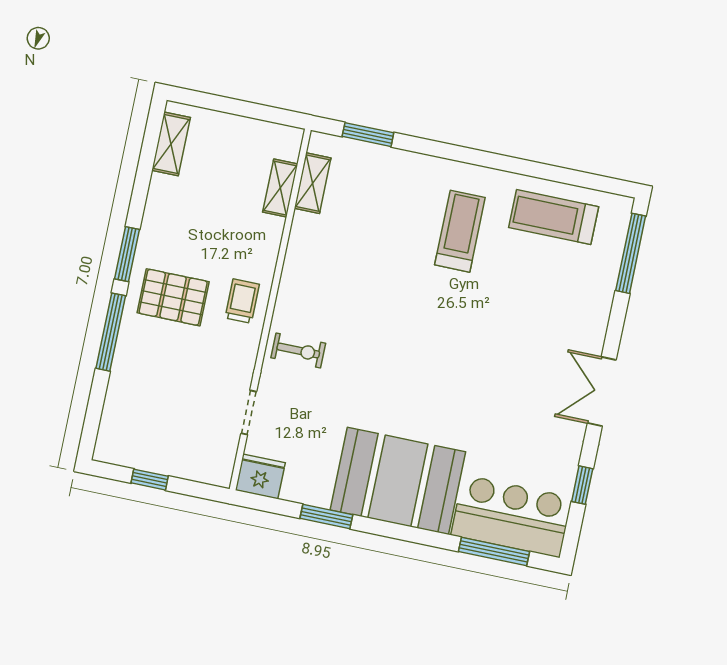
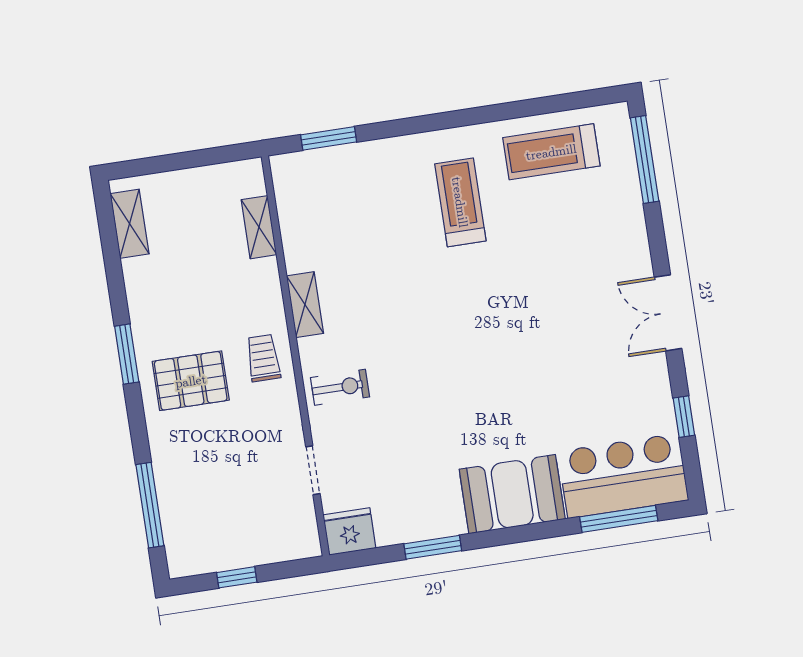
shelving: (313, 183) -> (305, 305), moved
window: (111, 332) -> (150, 505), moved
booth: (398, 481) -> (512, 494), width x0.73, depth x0.70

